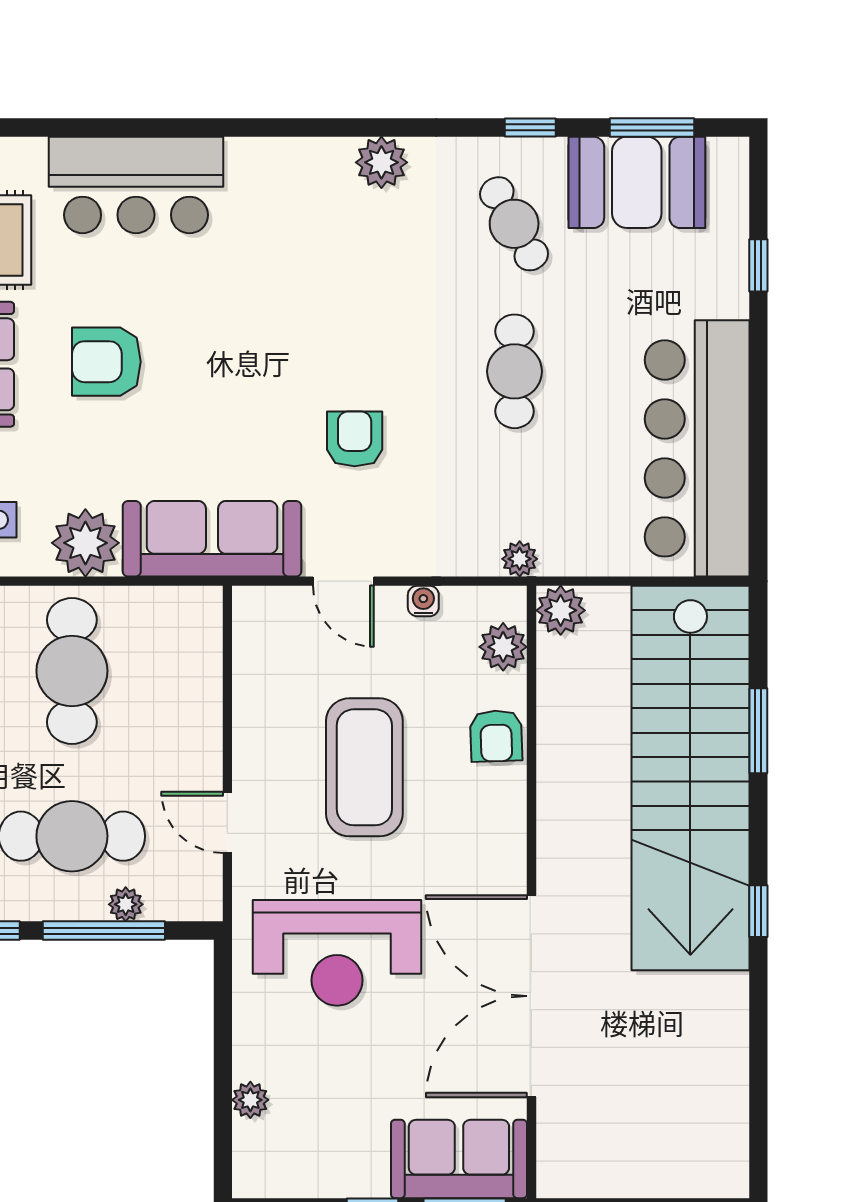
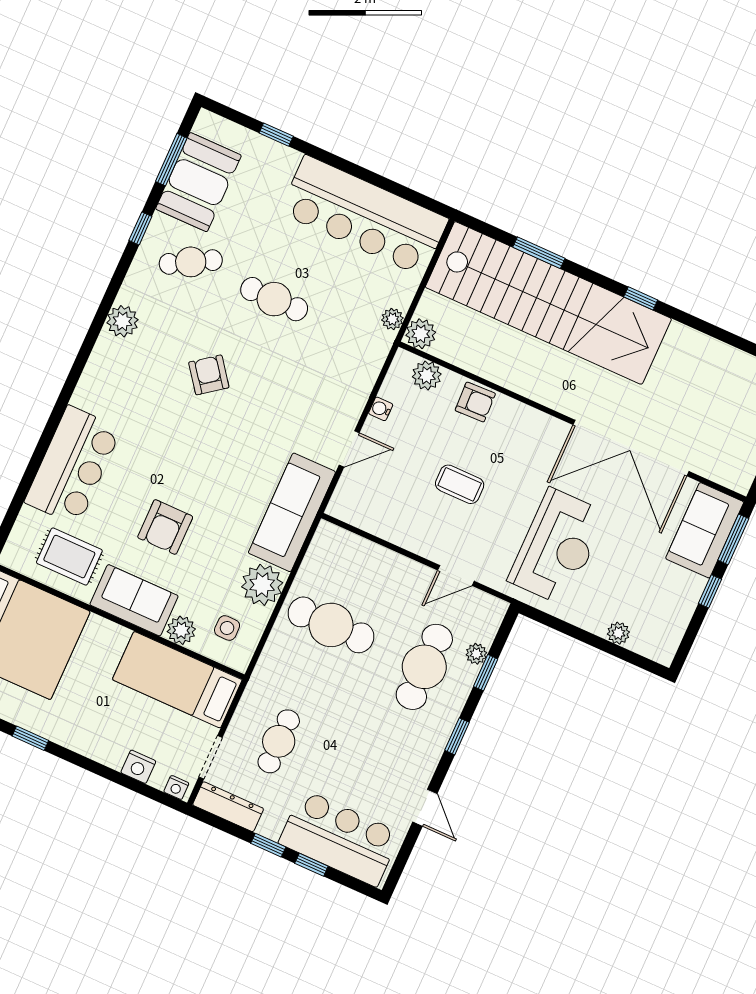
armchair: (355, 439) -> (209, 375), moved, turned 53
plant: (520, 559) -> (392, 319), moved
coffee table: (364, 767) -> (460, 484), width x0.54, depth x0.58
window: (104, 931) -> (486, 673), width x0.46

